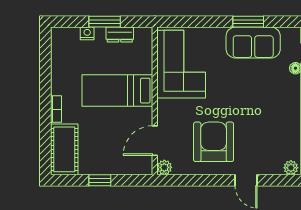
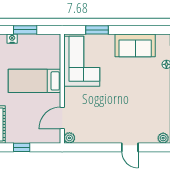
window: (248, 22) -> (97, 30), moved
dresser: (120, 35) -> (36, 39), removed
armchair: (214, 142) -> (106, 119), removed

